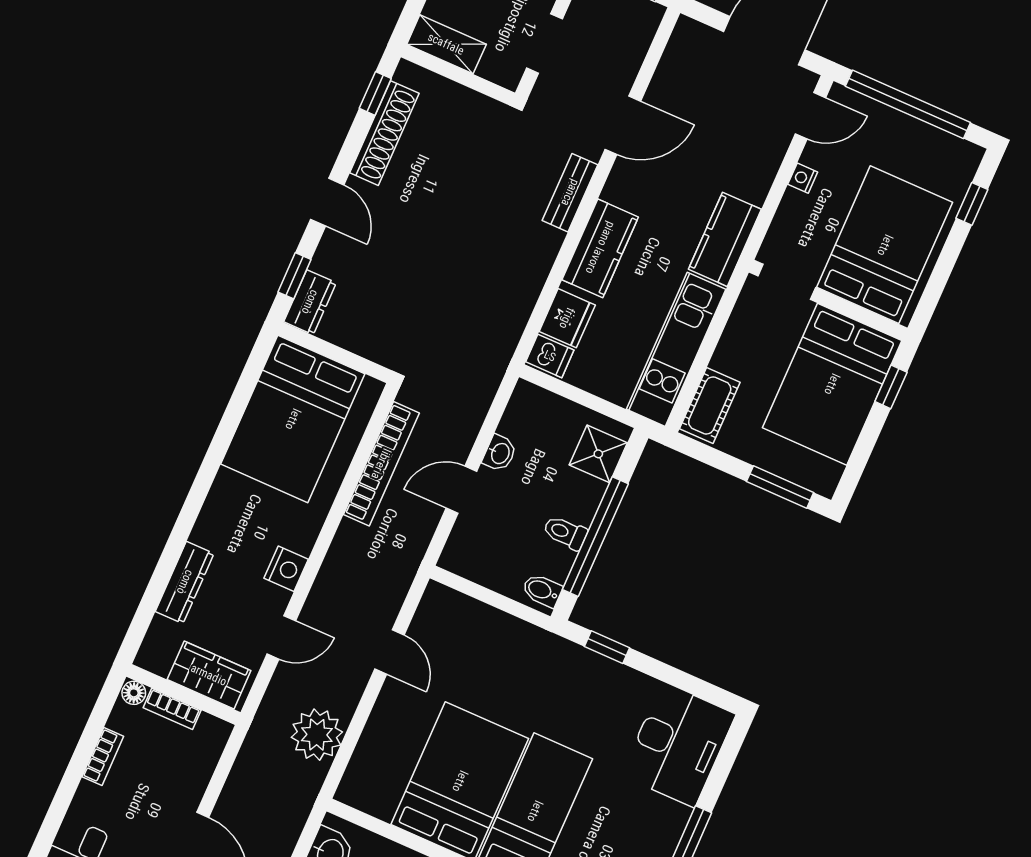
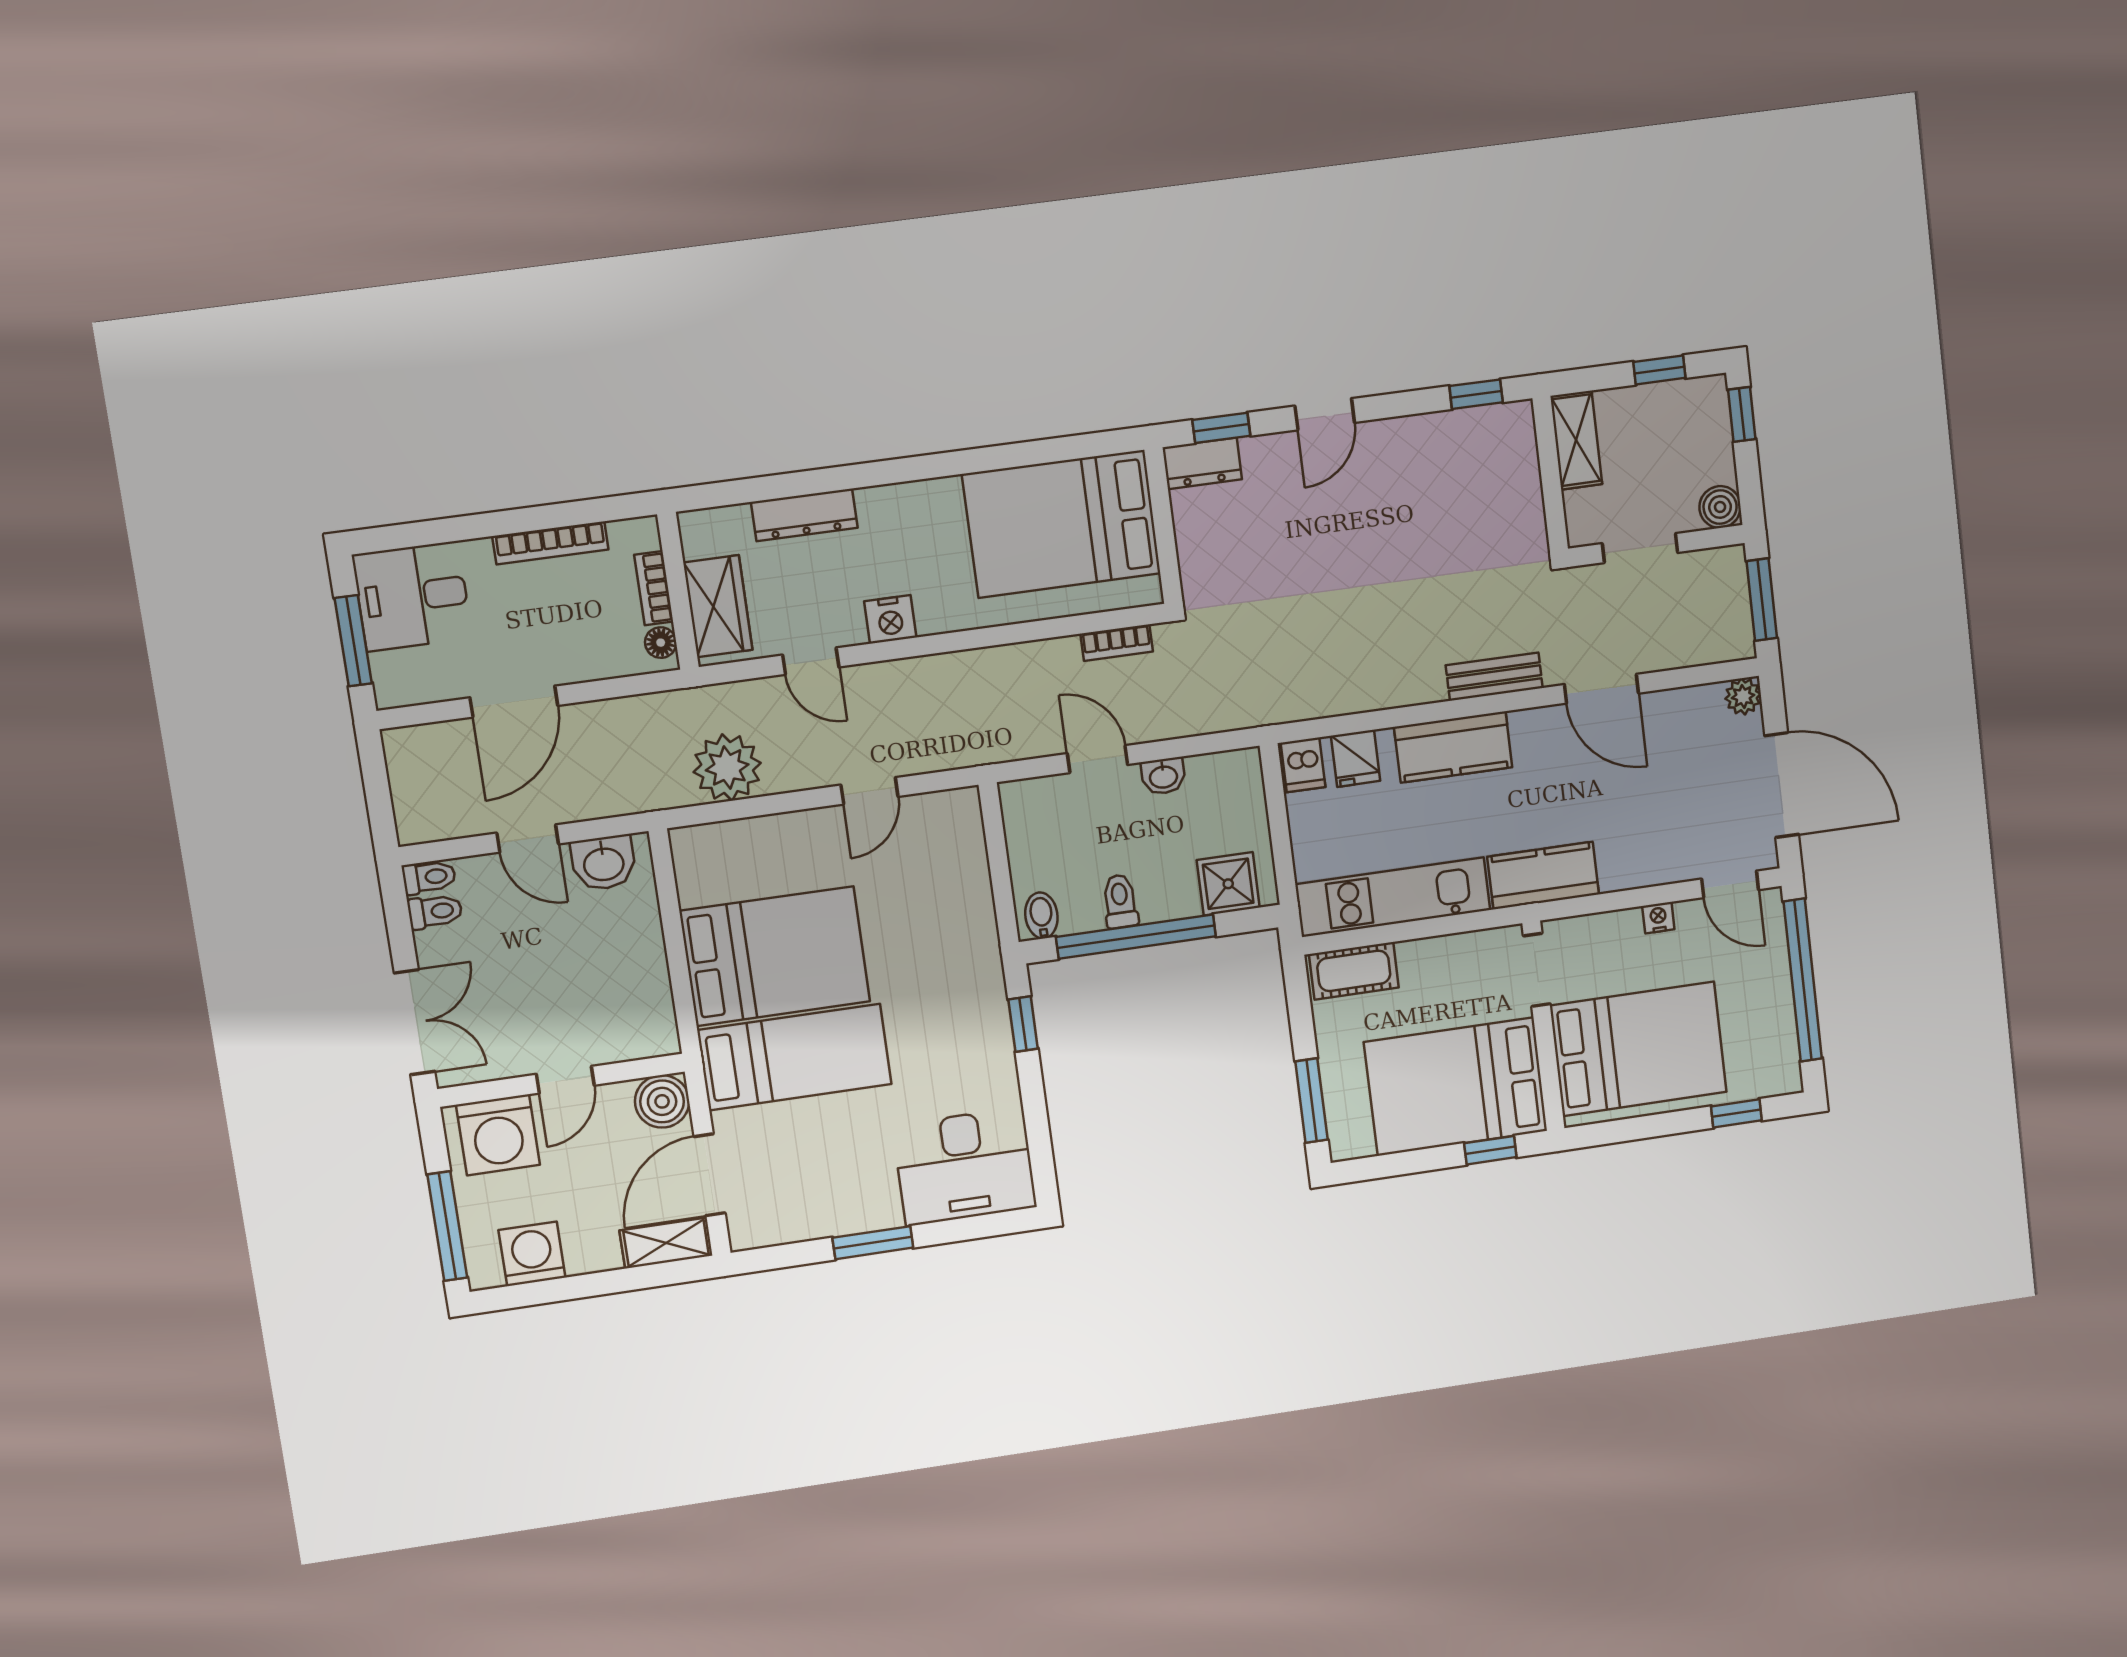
plant: (688, 32) -> (1743, 696), added
shoe rack: (384, 133) -> (1438, 431), removed
fridge: (567, 318) -> (1356, 758), width x0.72
bookcase: (381, 464) -> (1117, 643), width x0.43, depth x0.76
floor lamp: (134, 693) -> (661, 643), moved
bookcase: (103, 757) -> (550, 543), width x1.56

